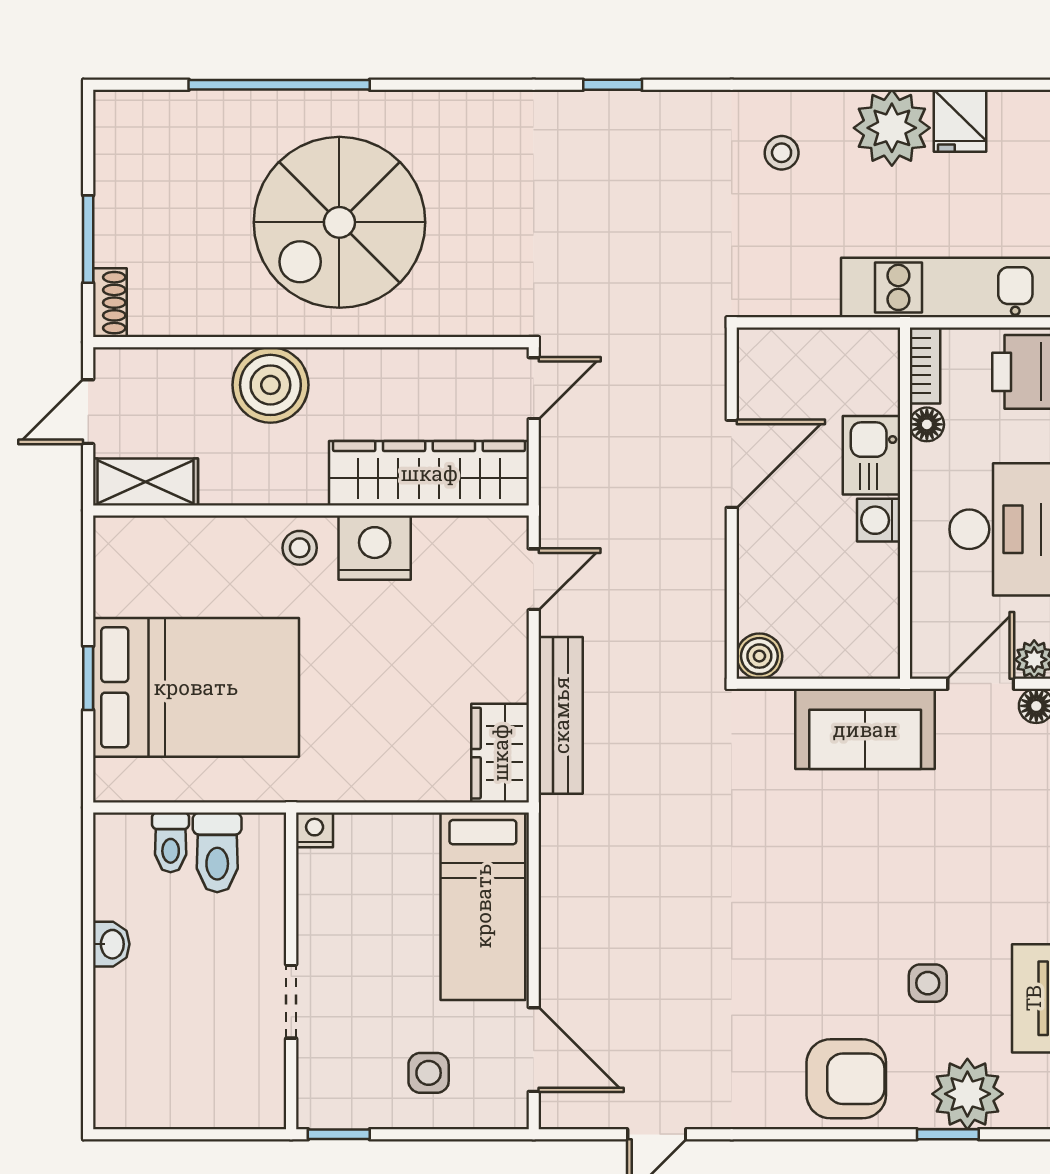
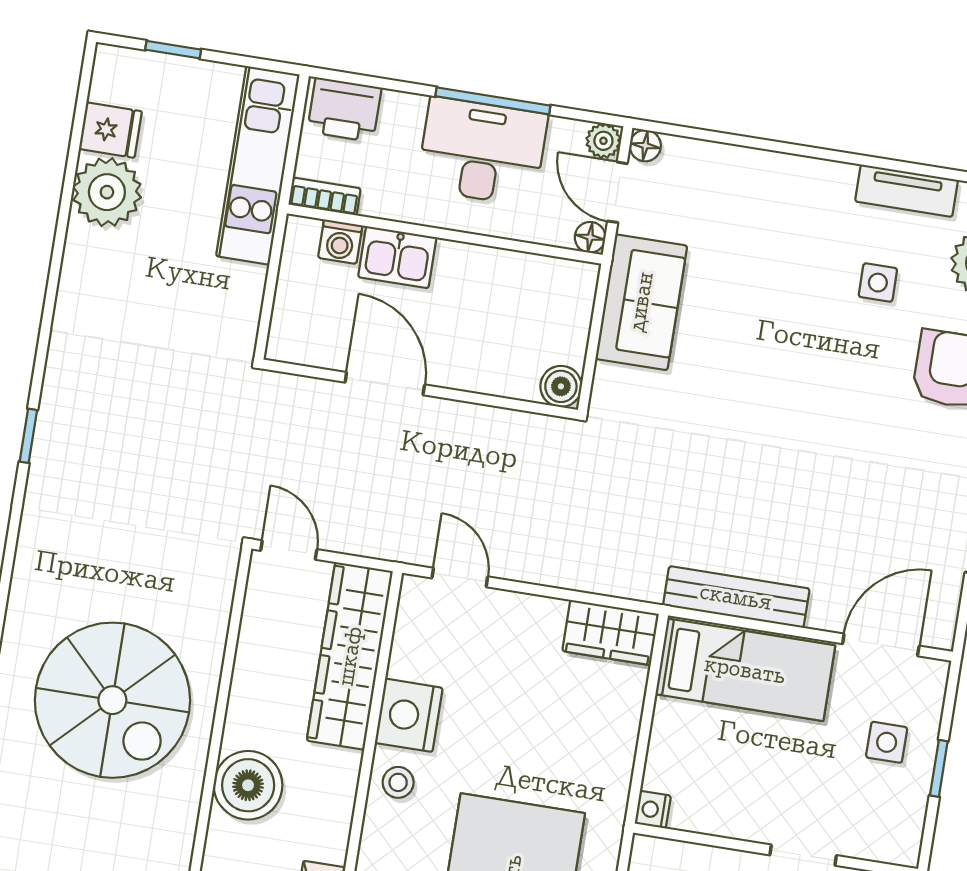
stool: (782, 153) -> (114, 294), removed
floor lamp: (927, 424) -> (590, 237), moved
washing machine: (879, 520) -> (340, 242), moved
bench: (561, 715) -> (736, 597), moved
window: (339, 1134) -> (939, 768), moved

